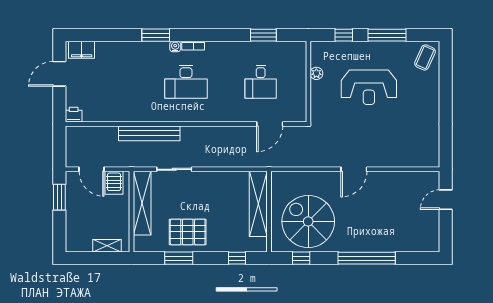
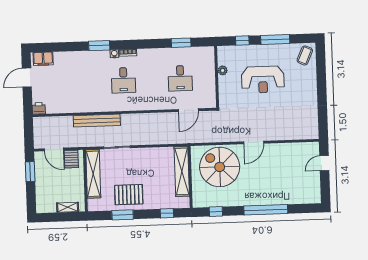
desk: (186, 82) -> (123, 80), width x0.73
spiral stairs: (308, 221) -> (220, 167), moved

